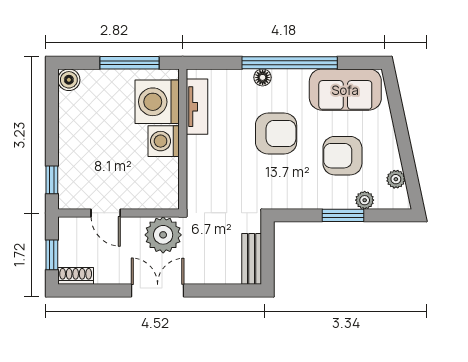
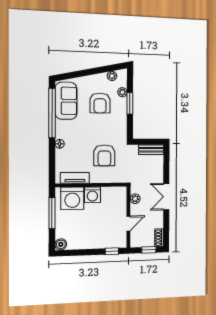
window: (290, 63) -> (52, 113), moved
armchair: (276, 133) -> (104, 155), moved, turned 180
plant: (163, 235) -> (135, 199), width x0.53, depth x0.53

